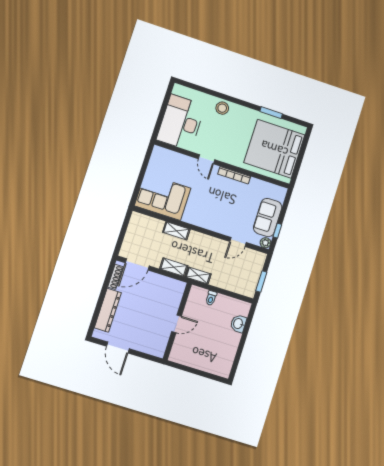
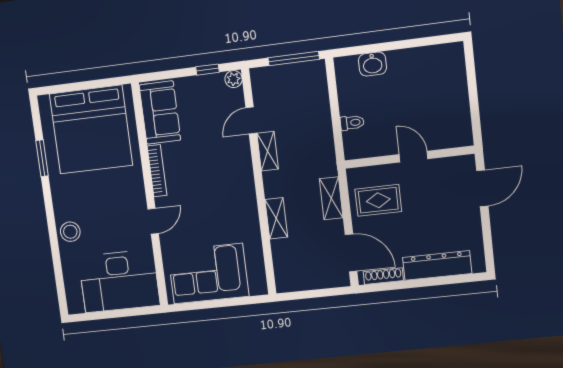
corner sofa: (163, 197) -> (208, 274), moved, turned 90
sofa: (268, 217) -> (160, 113), moved, turned -90
door: (238, 242) -> (251, 120), swing flipped
shelving: (198, 275) -> (268, 151), moved
window: (261, 281) -> (294, 58), width x1.44
rug: (161, 293) -> (378, 200), added
door: (118, 348) -> (482, 188), moved

